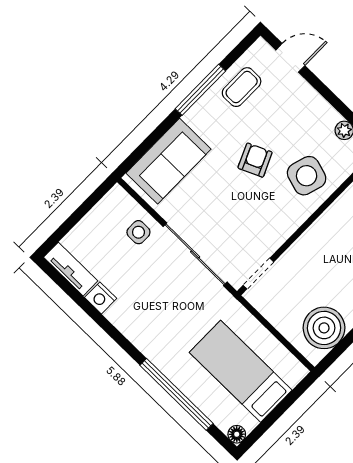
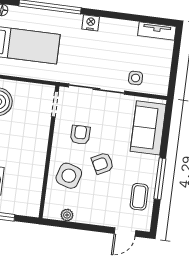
armchair: (255, 160) -> (103, 163), turned 87
armchair: (256, 214) -> (80, 135), added
nightstand: (101, 298) -> (91, 23), moved

